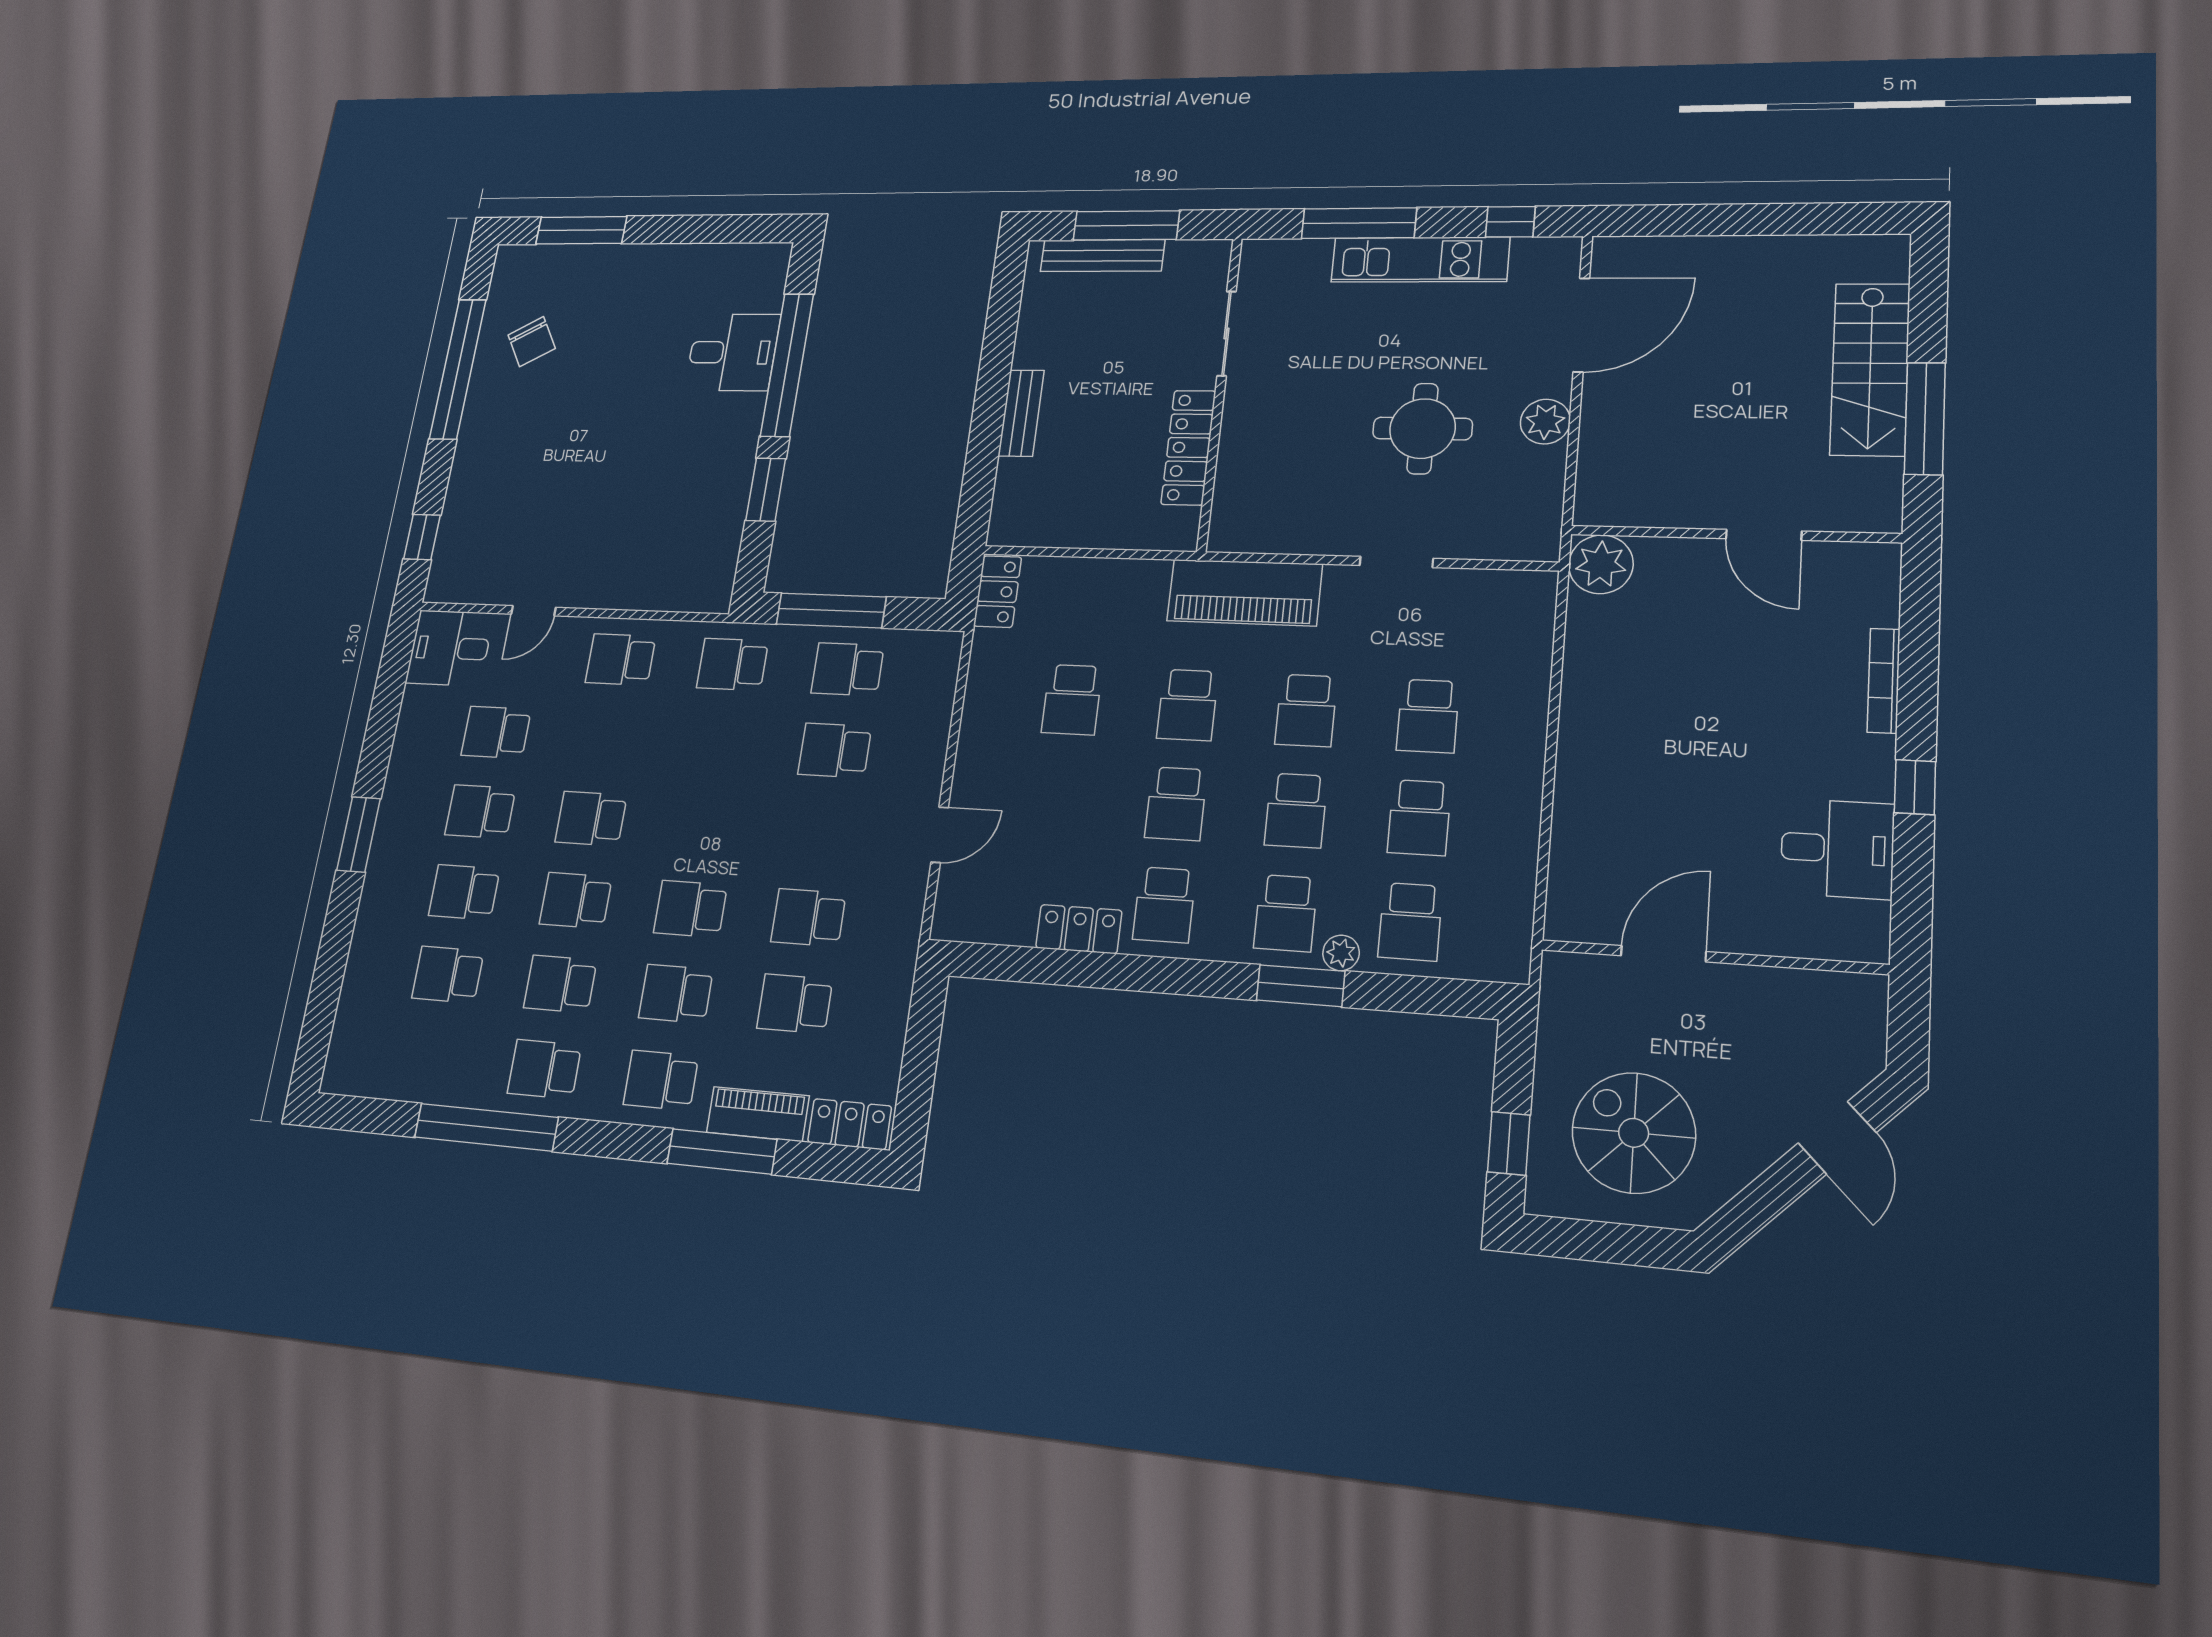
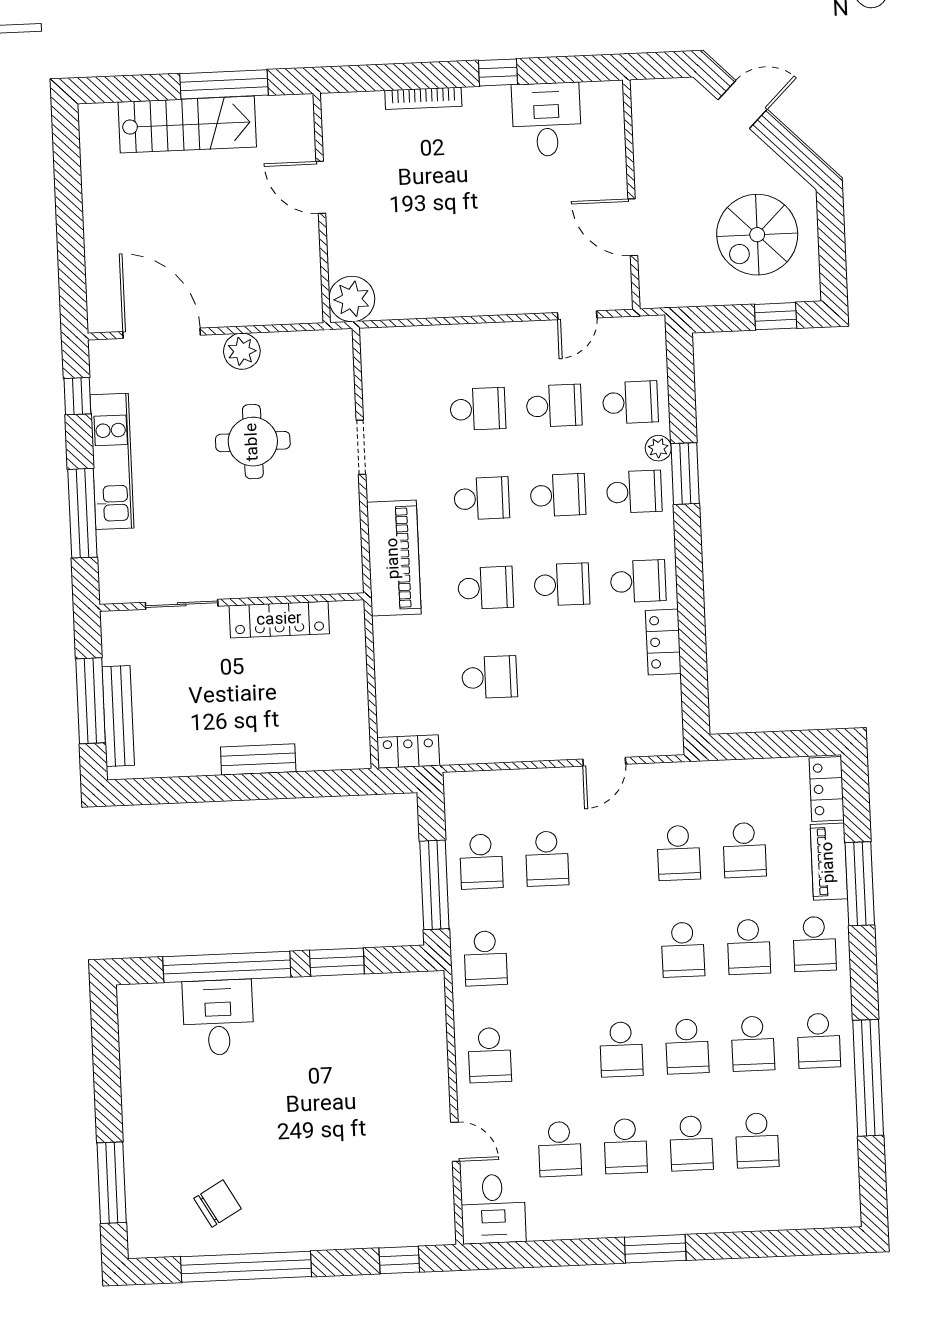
door: (1764, 535) -> (321, 187), swing flipped
door: (940, 835) -> (604, 762), swing flipped
door: (1543, 862) -> (577, 315), added

